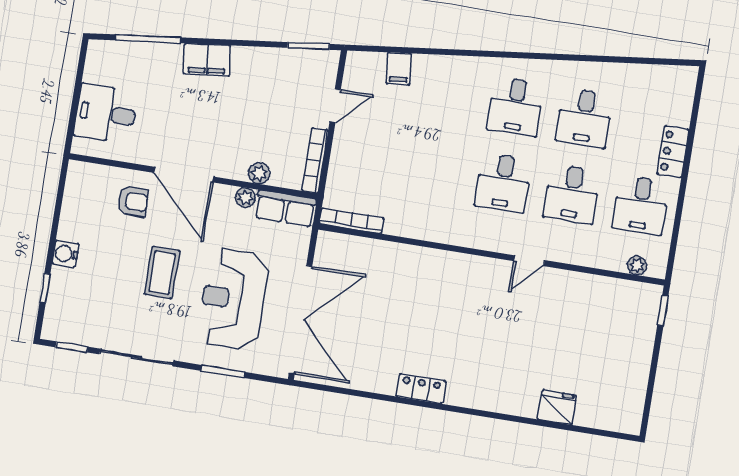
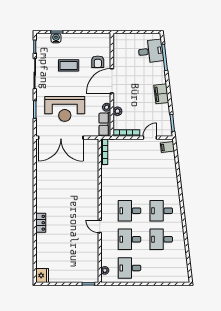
filing cabinet: (207, 60) -> (161, 94), moved
filing cabinet: (399, 69) -> (167, 147), moved
door: (335, 106) -> (150, 138), swing flipped
desk: (106, 114) -> (151, 51), moved, turned 83
locker: (673, 152) -> (153, 277), removed
water cooler: (66, 254) -> (56, 38), moved
coffee table: (162, 272) -> (69, 65), moved
reception desk: (233, 299) -> (65, 109), turned 180
locker: (421, 389) -> (41, 223), moved
fridge: (557, 407) -> (42, 275), moved

